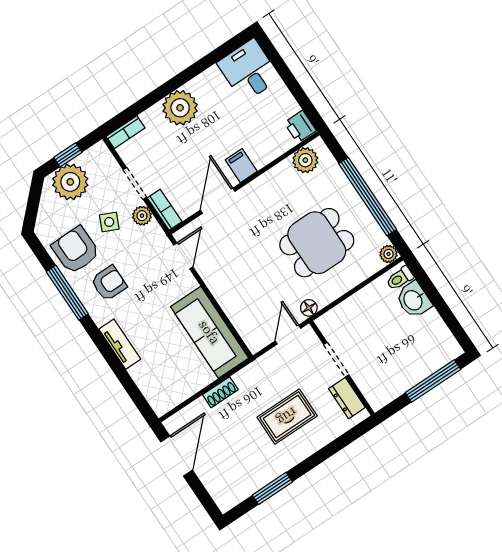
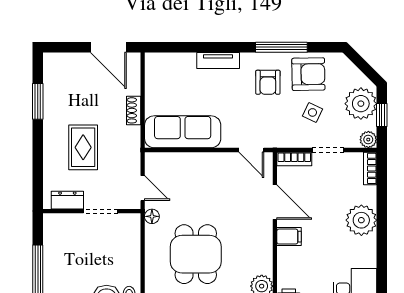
plant: (142, 216) -> (368, 140), moved

